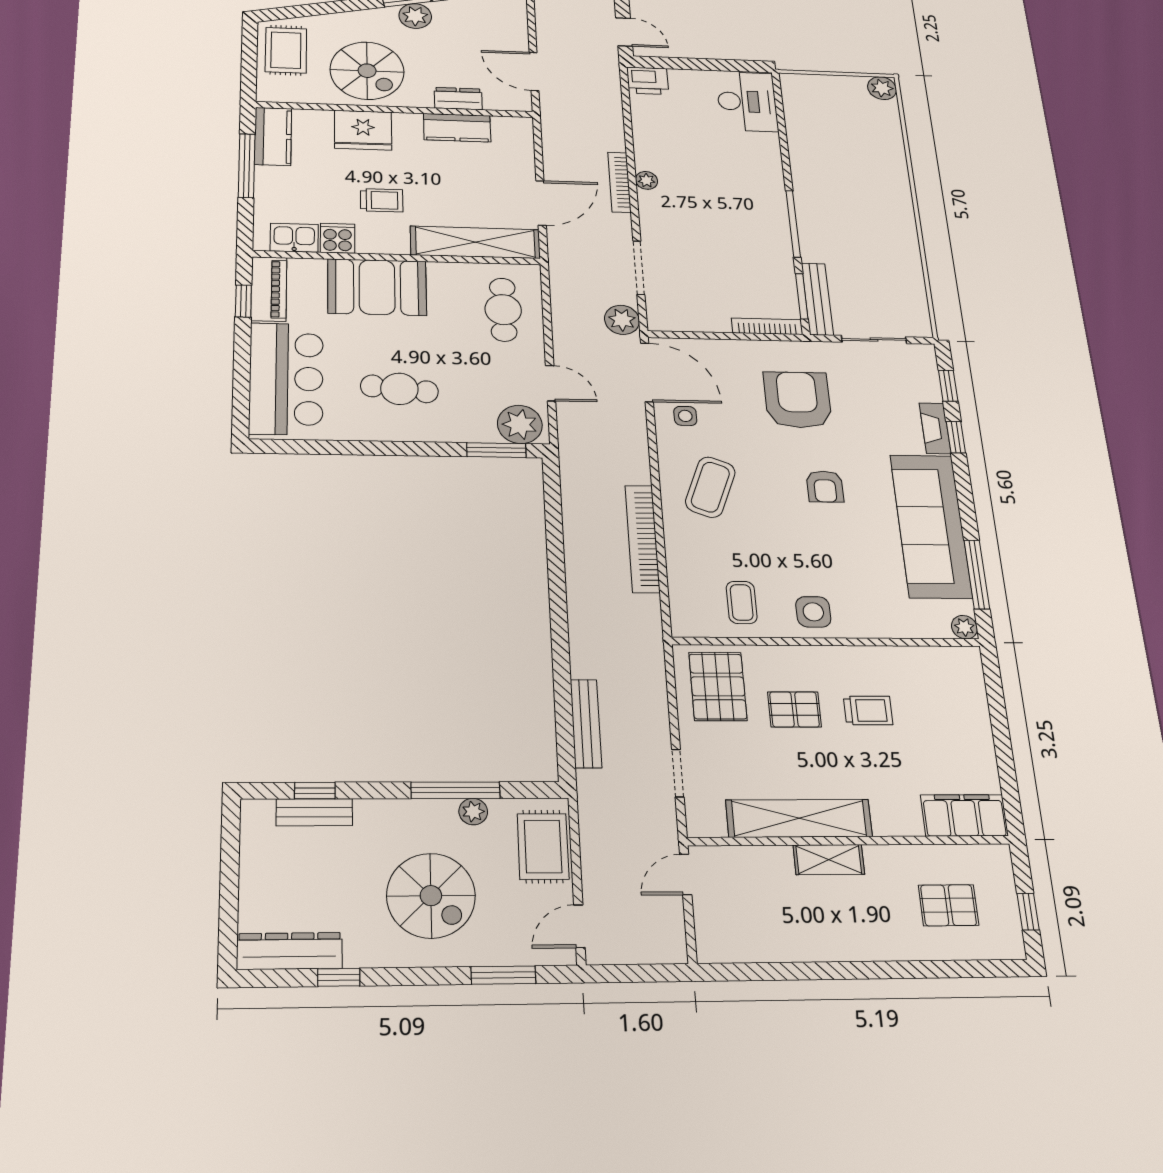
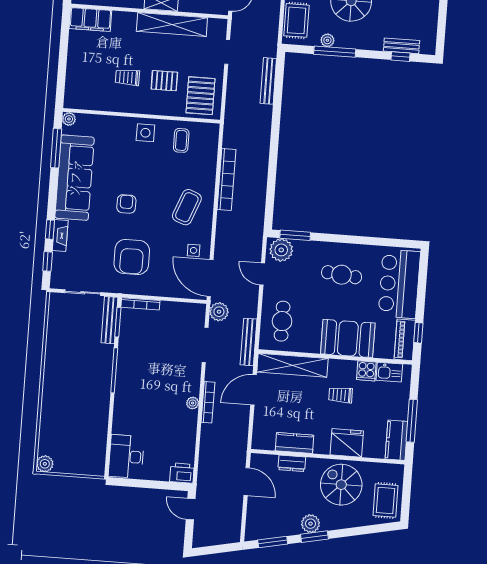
bench: (561, 275) -> (249, 342), added

